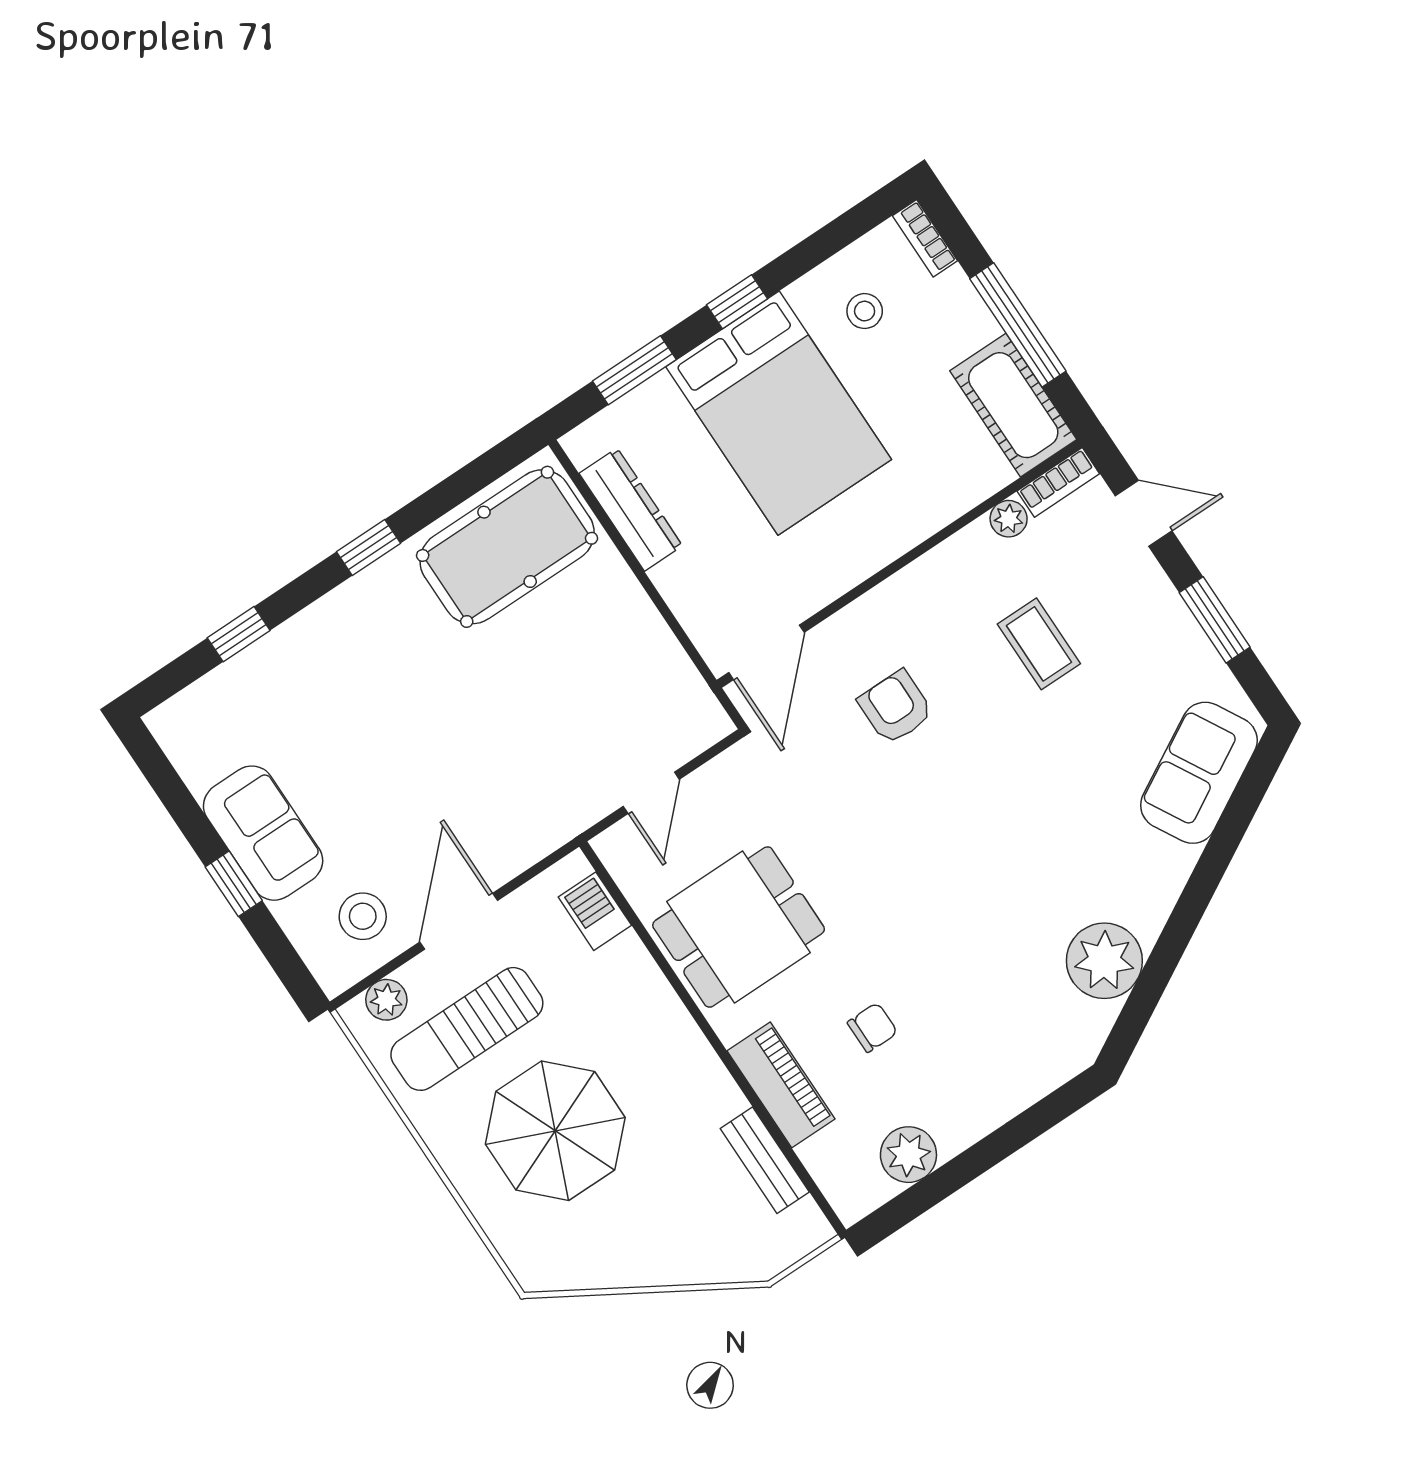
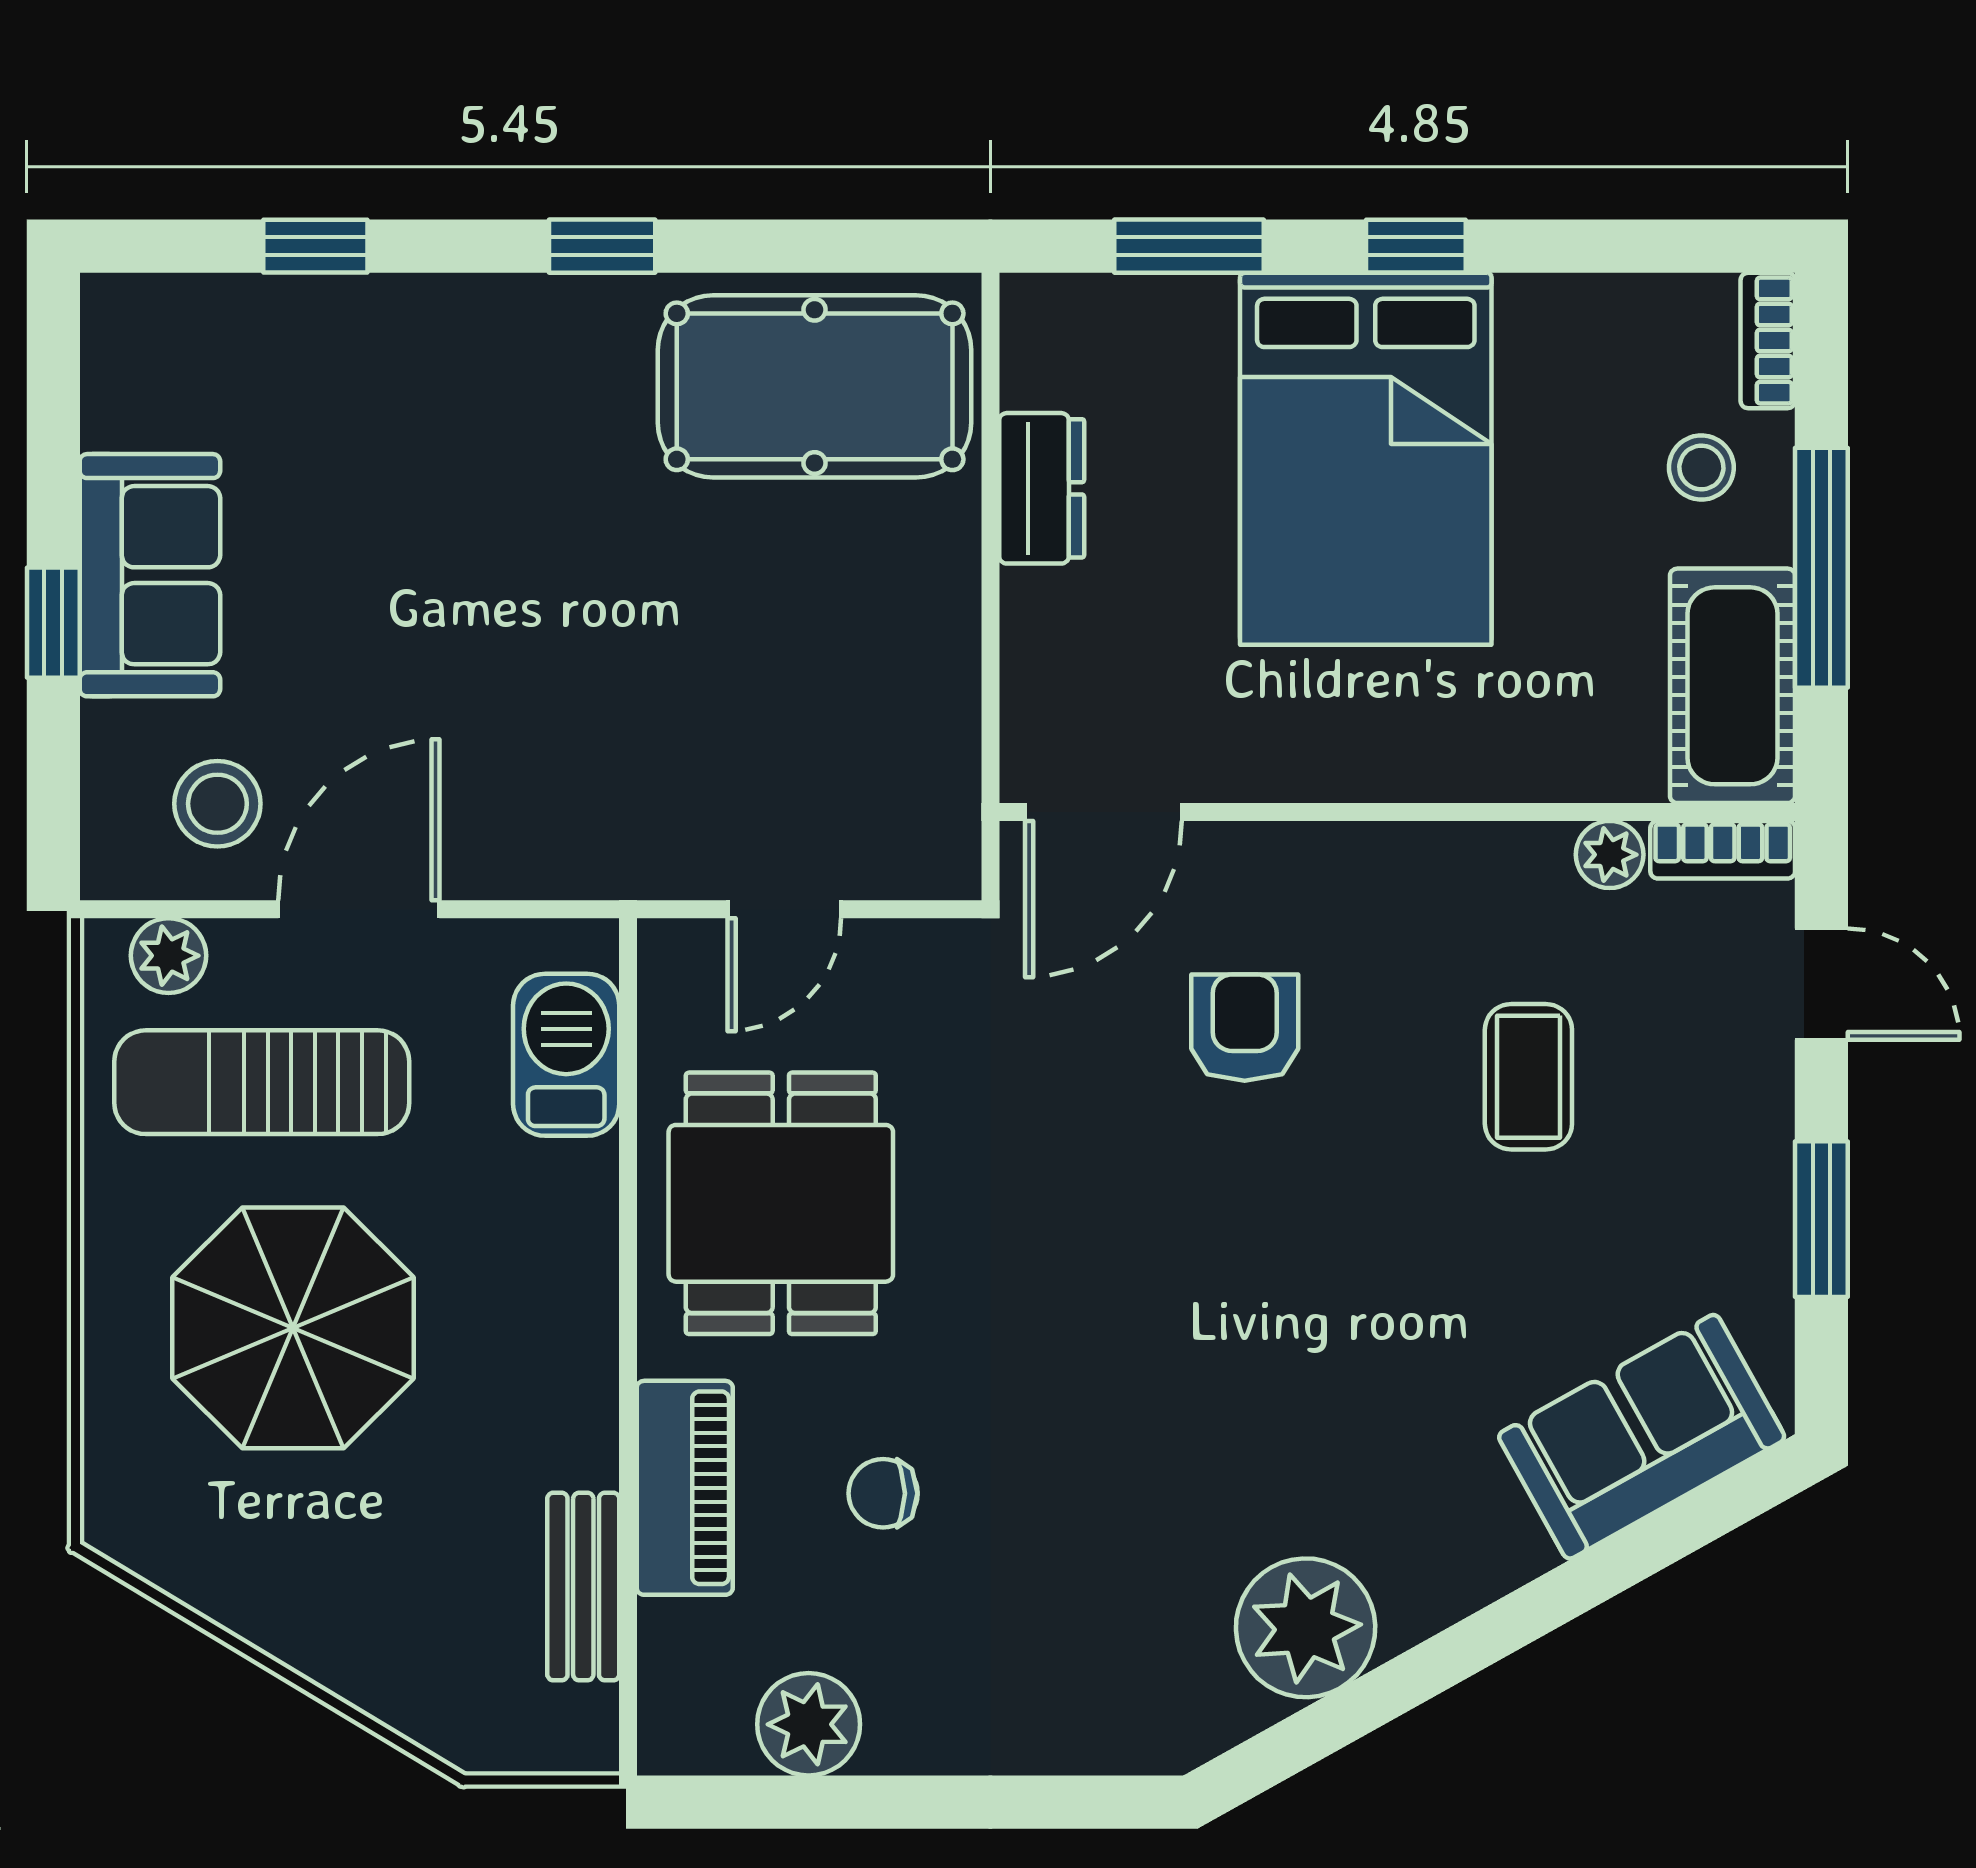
stool: (865, 311) -> (1701, 467), moved
dresser: (631, 510) -> (1042, 488), width x0.70
barbecue: (595, 911) -> (566, 1055), width x1.38, depth x1.27
dining table: (739, 927) -> (781, 1203), turned 90
chair: (872, 1027) -> (883, 1493), turned 180

